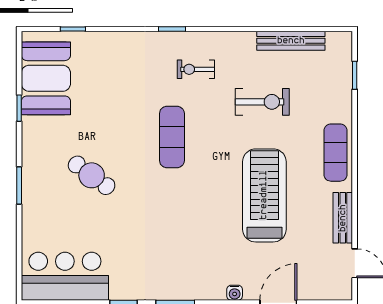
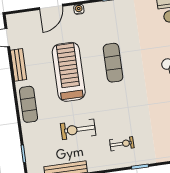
exercise mat: (172, 137) -> (113, 63), moved
treadmill: (264, 195) -> (69, 72), turned 180

